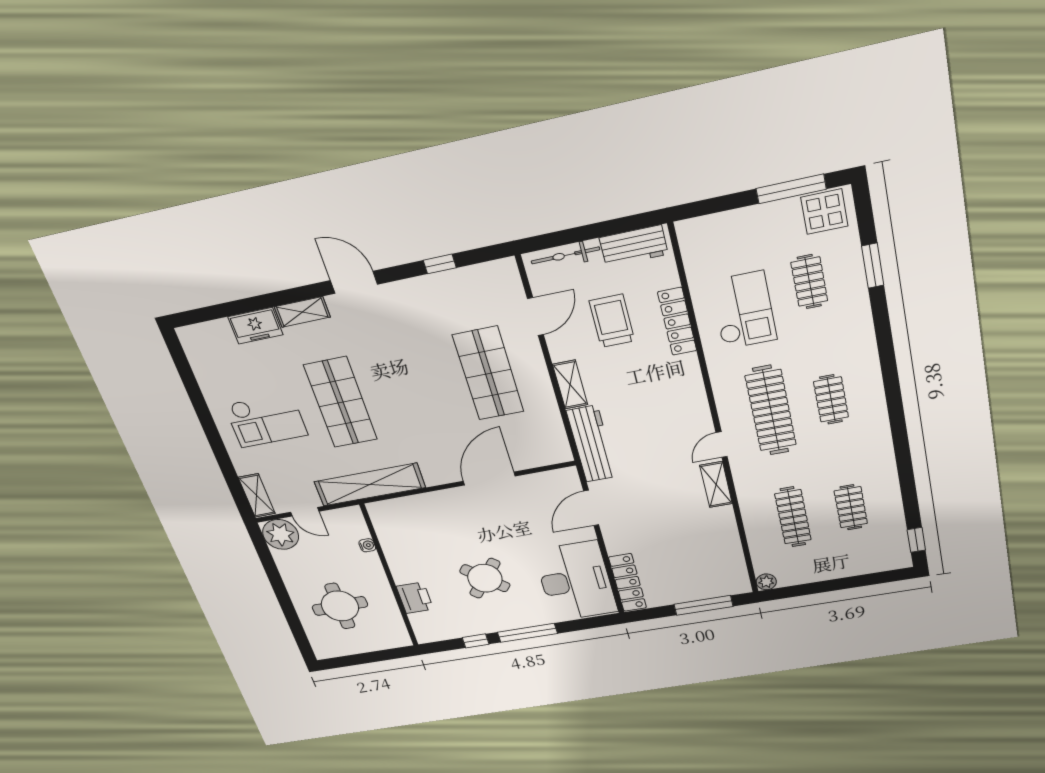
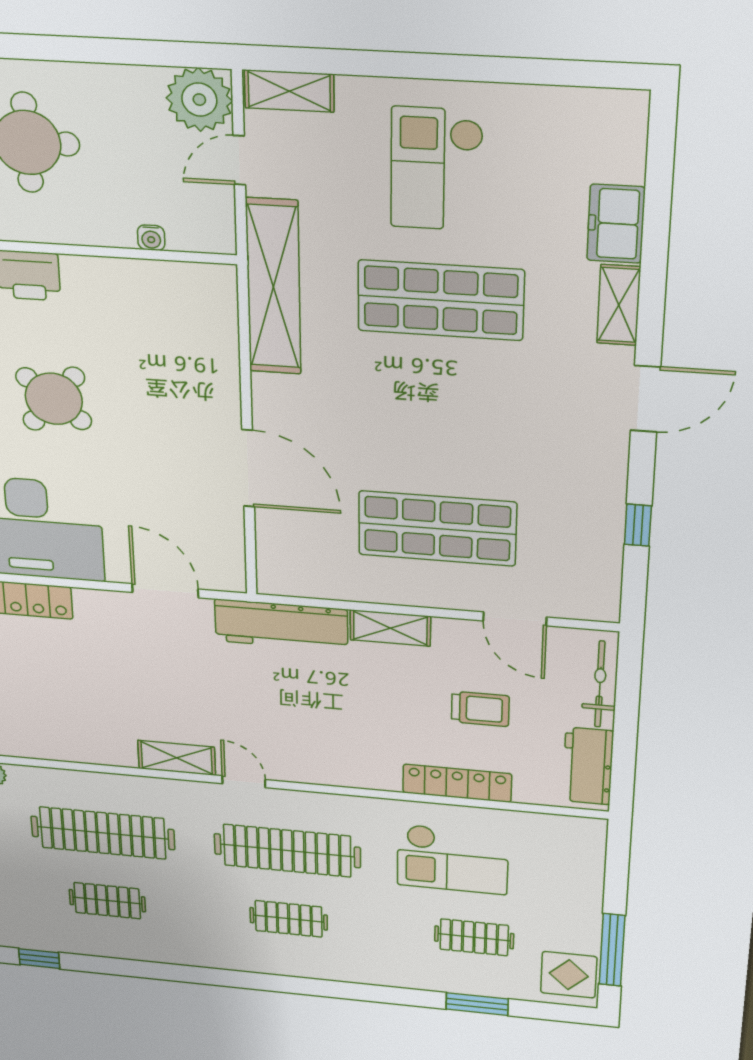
trolley: (612, 321) -> (480, 709), width x0.73, depth x0.72
clothes rail: (793, 517) -> (103, 833), width x1.37, depth x1.31

